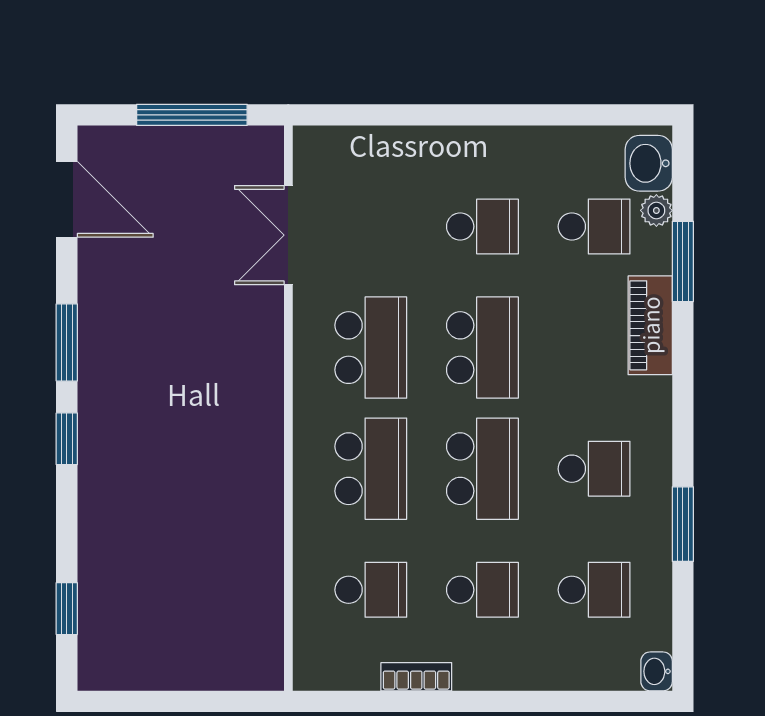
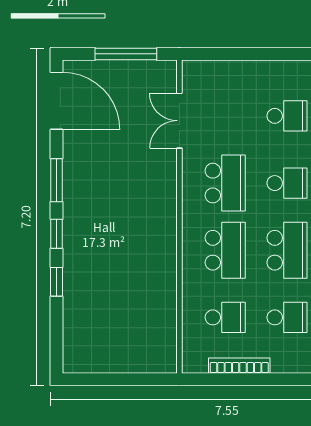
door: (67, 199) -> (56, 101), width x1.36
school desk: (482, 348) -> (287, 183), width x0.54
window: (67, 609) -> (56, 282), moved
bookcase: (416, 677) -> (239, 366), width x1.56

